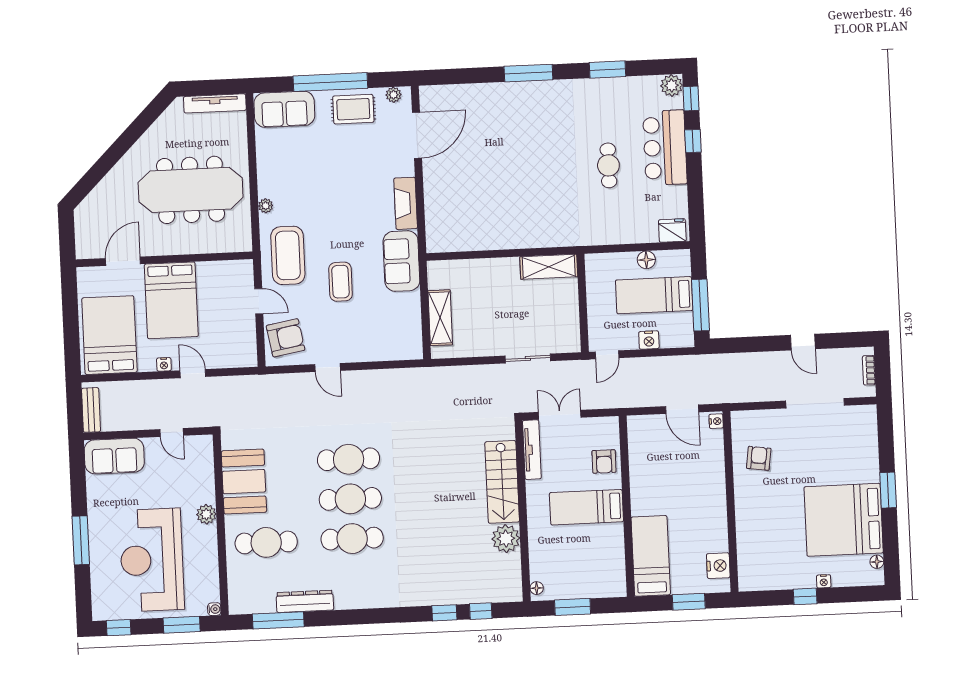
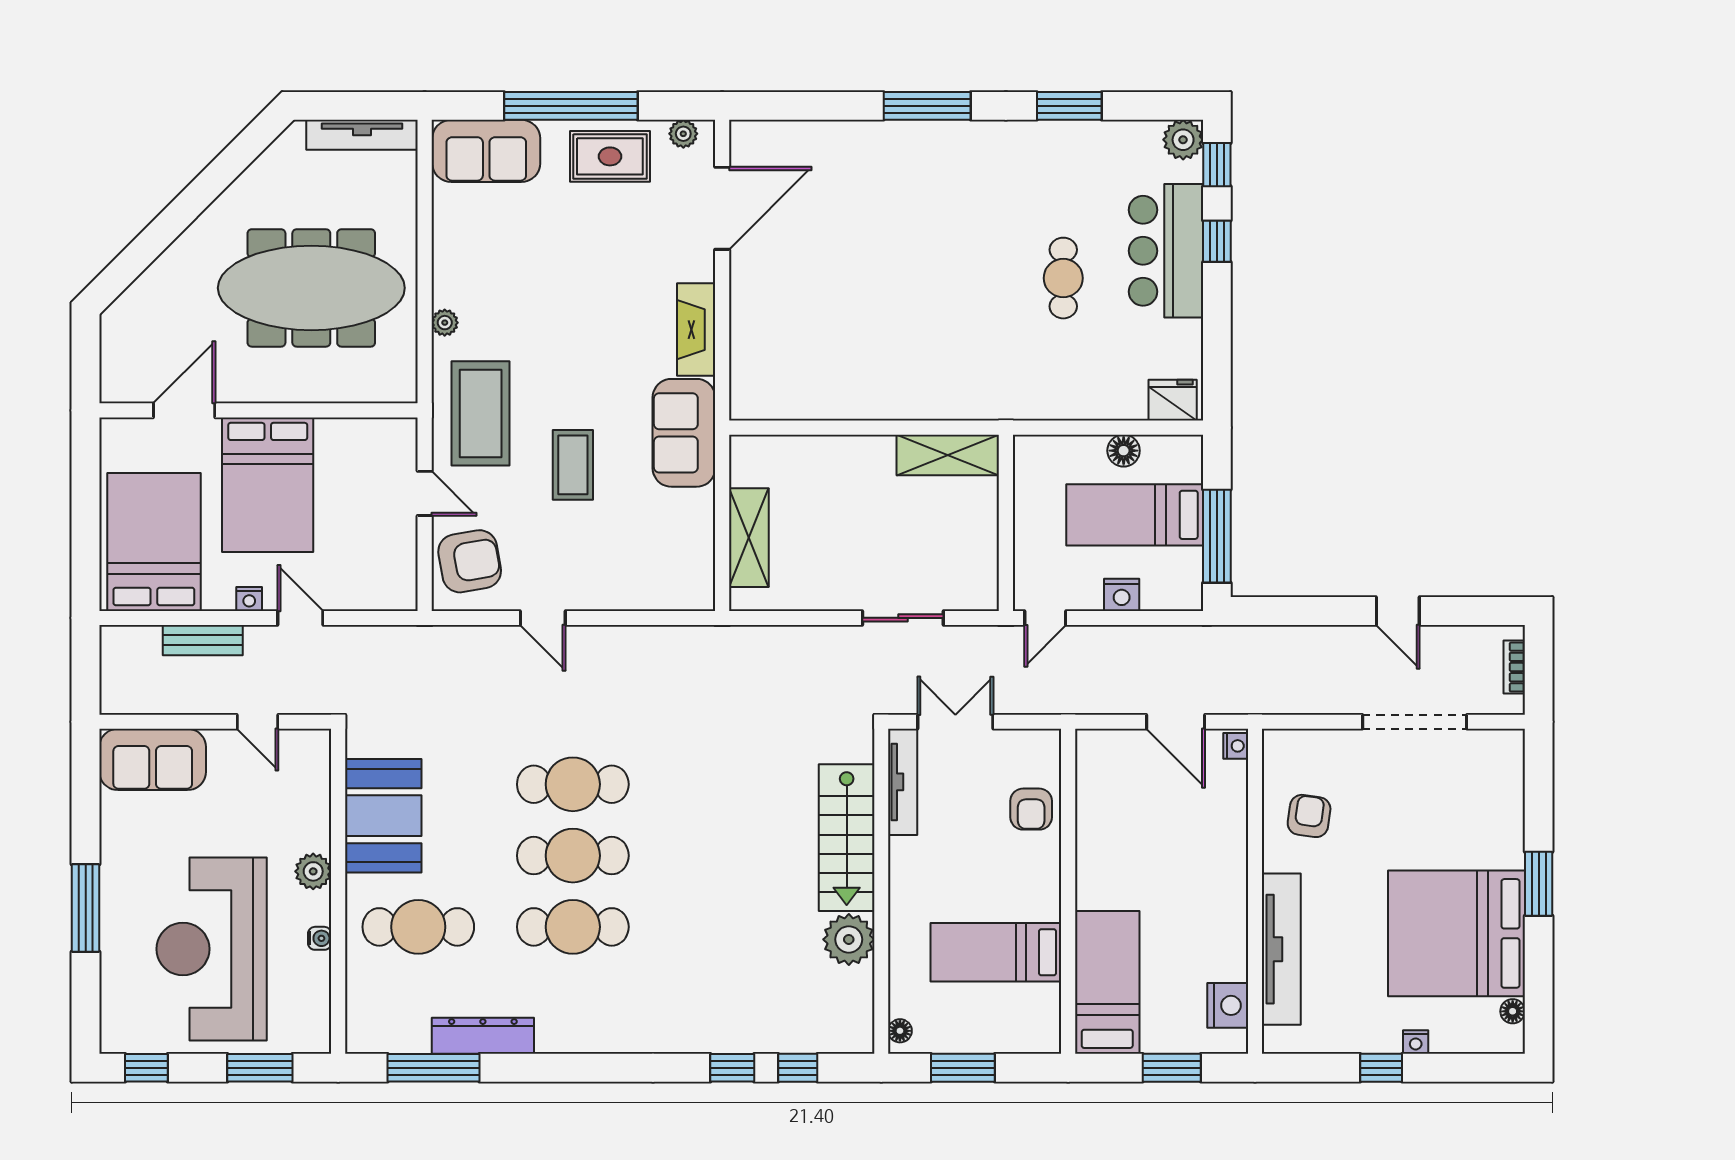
bench: (91, 410) -> (203, 640), moved, turned 90
bed: (586, 507) -> (996, 952), moved
tv unit: (747, 533) -> (1281, 949), added
water cooler: (214, 609) -> (320, 938), moved

